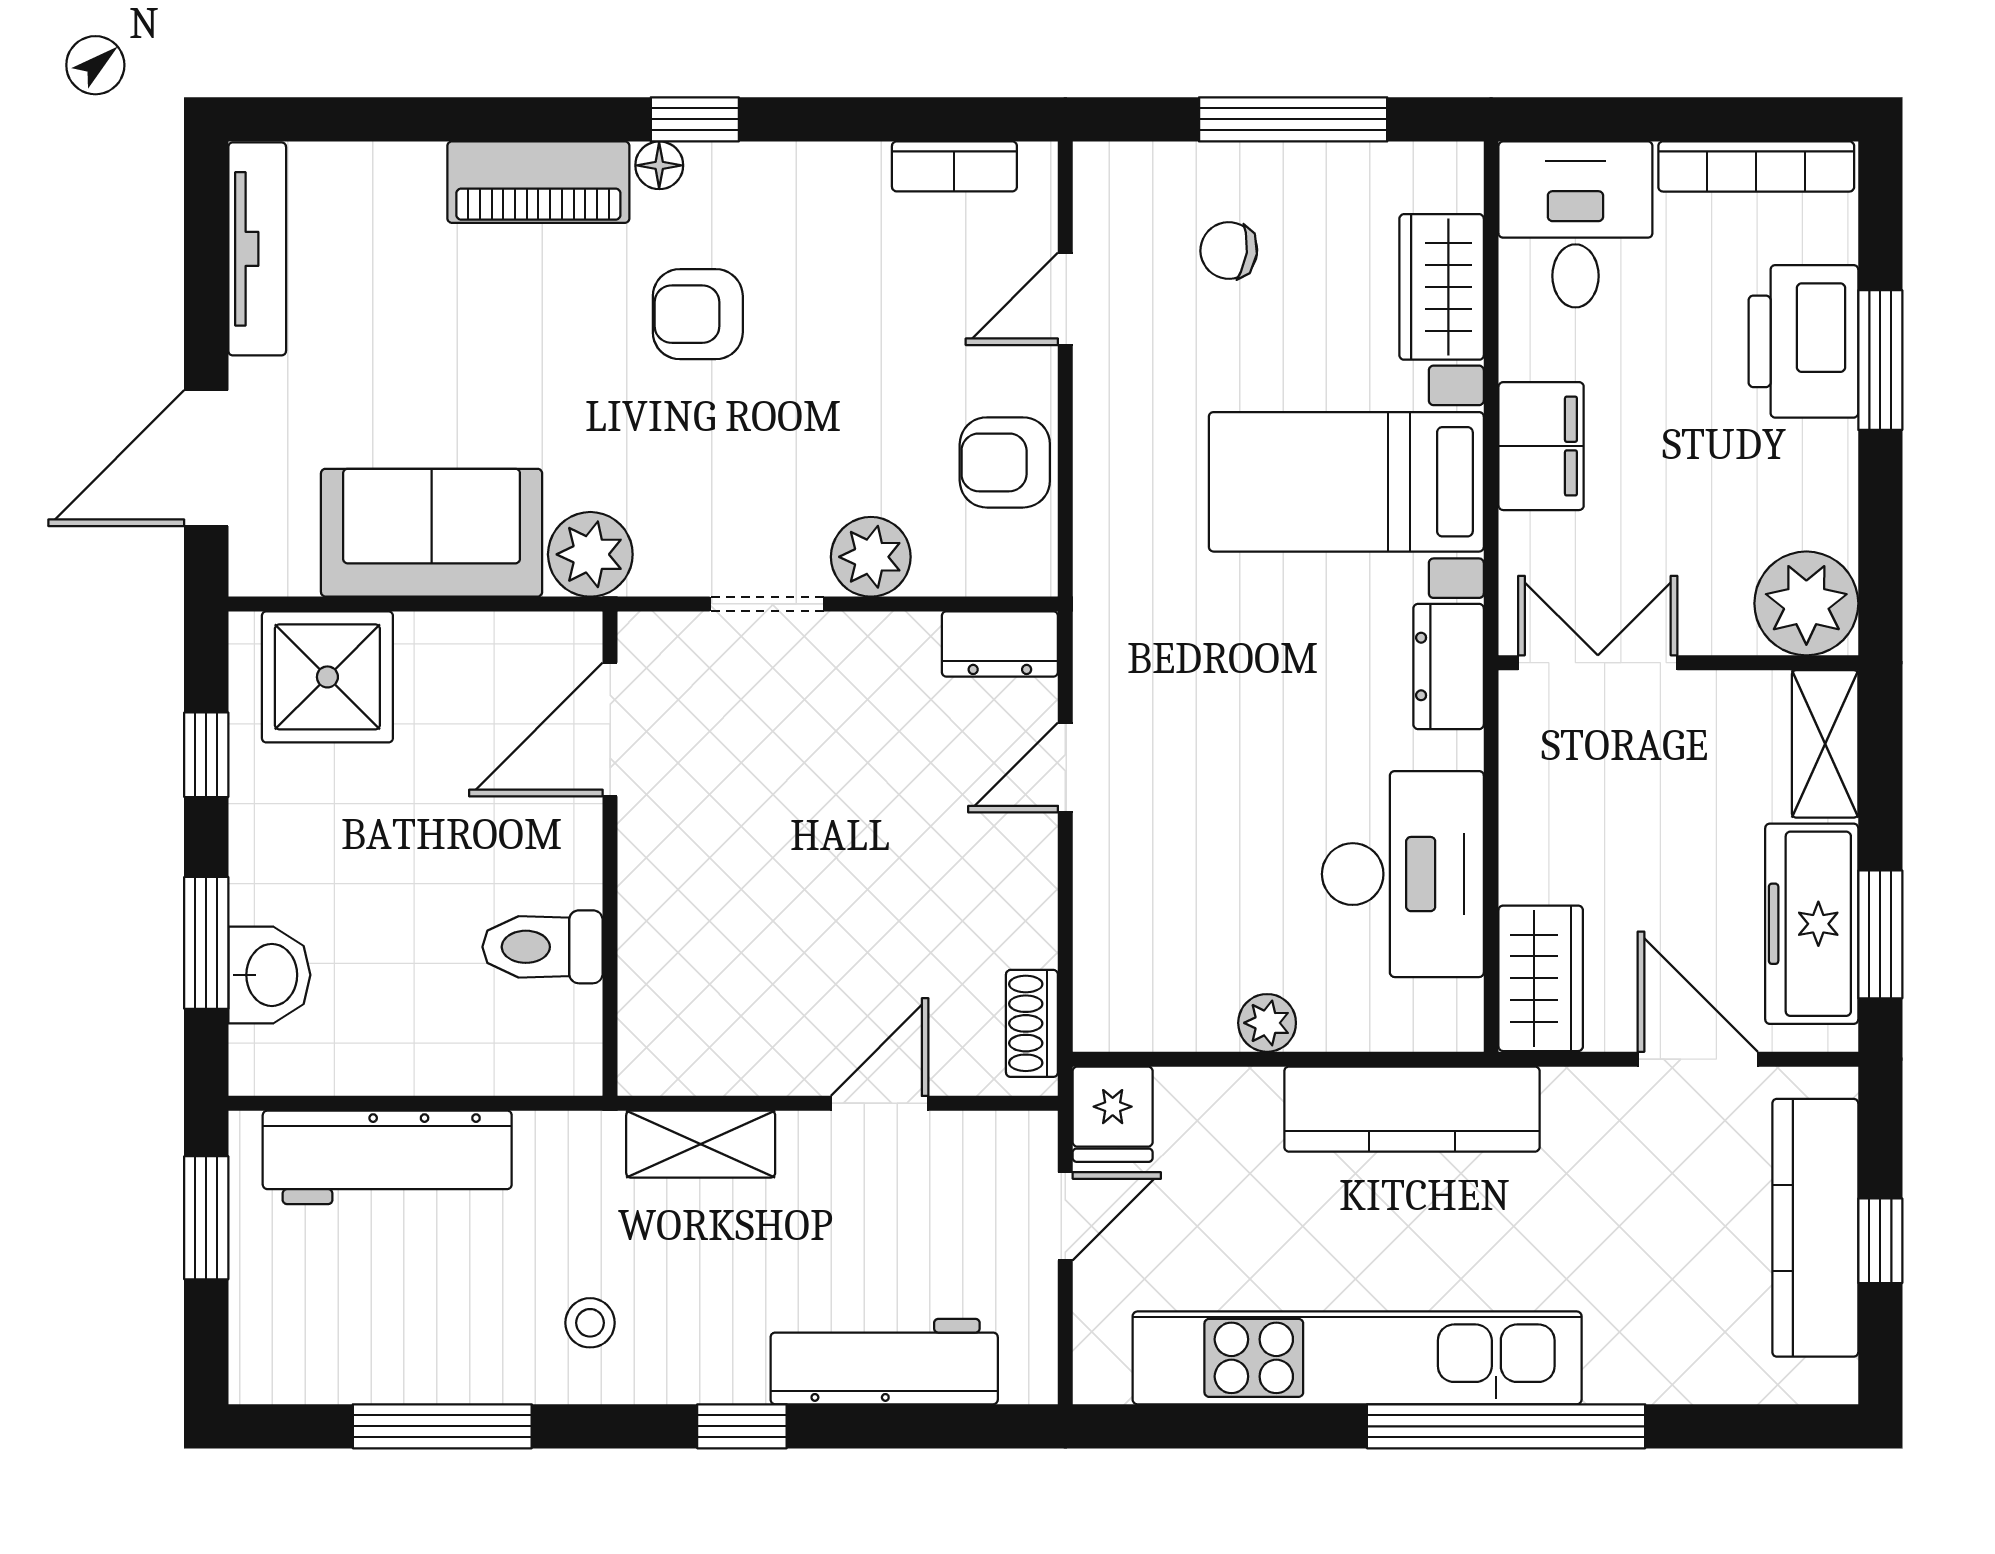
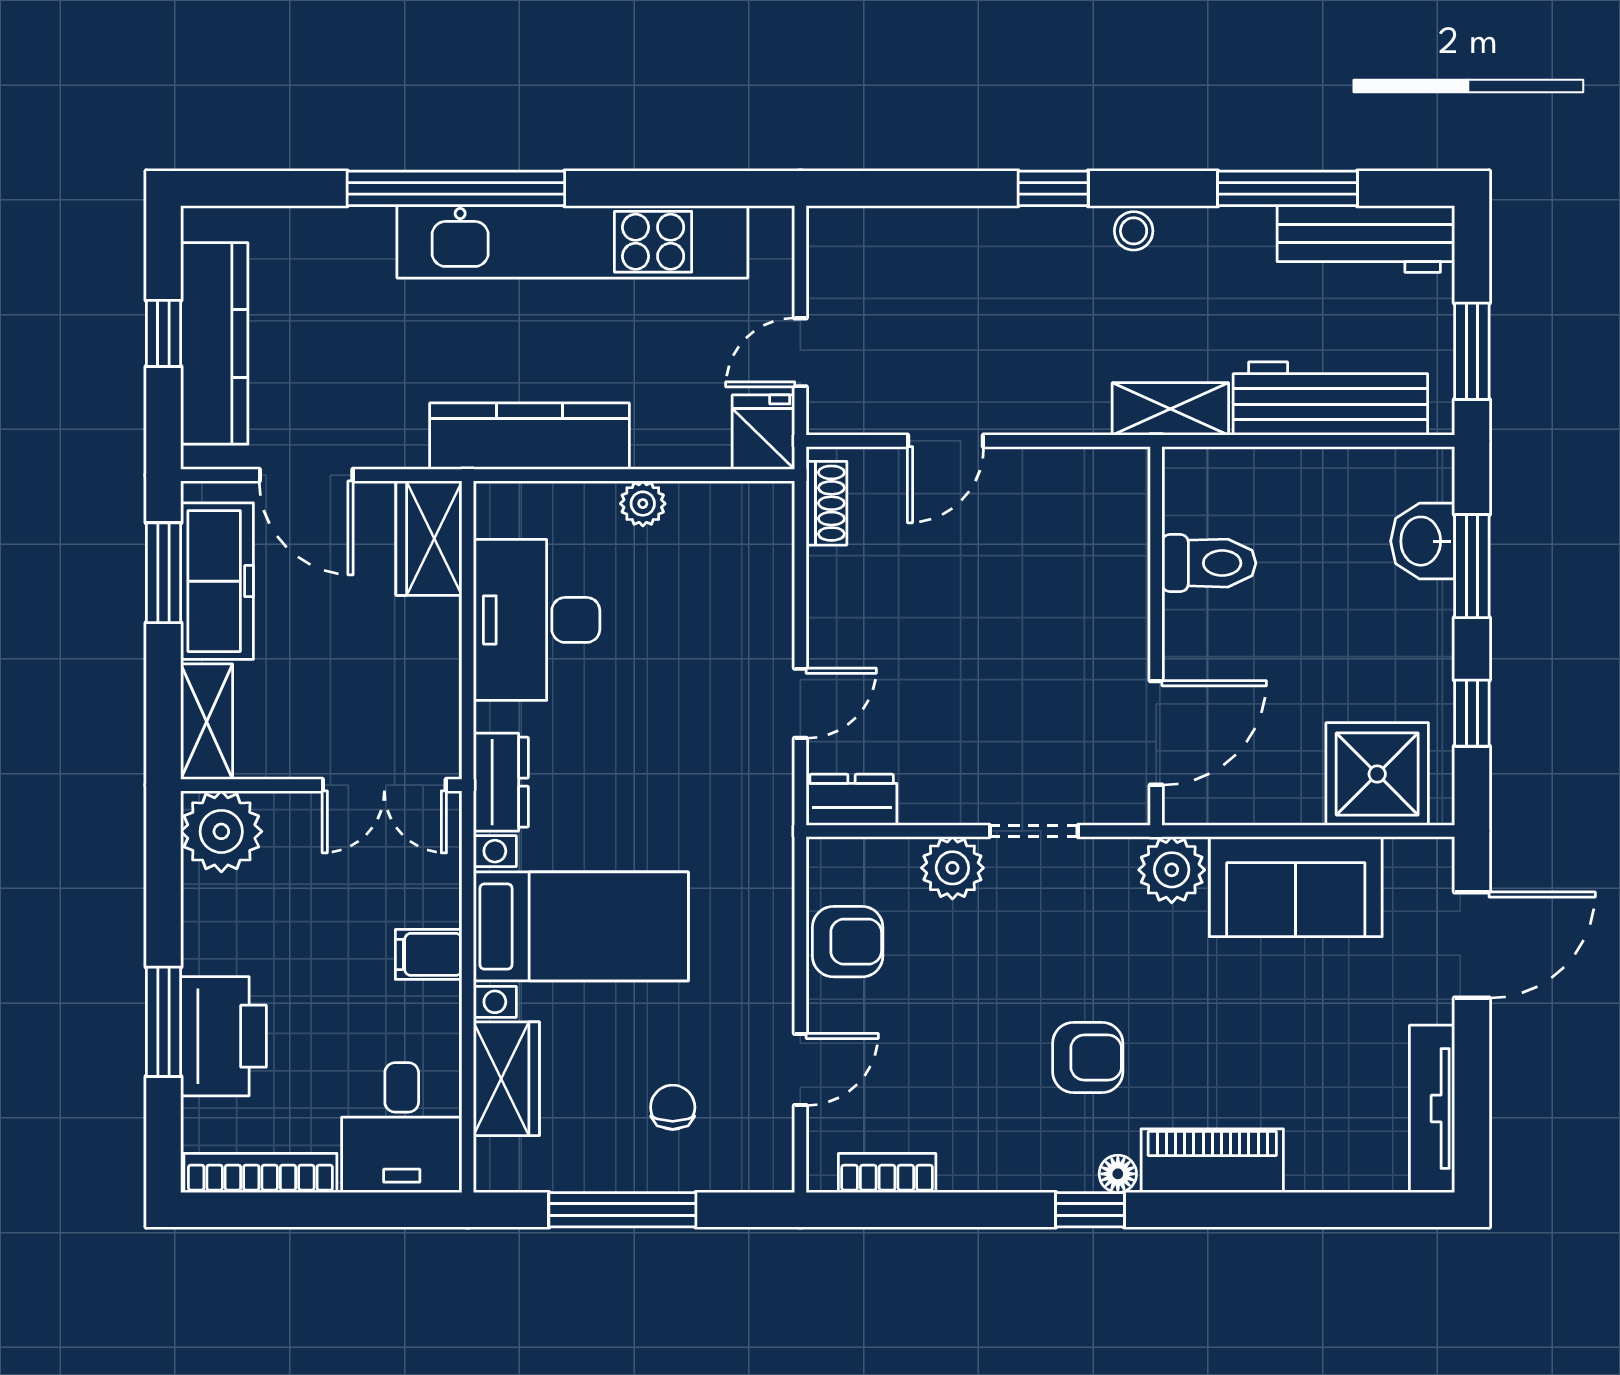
chair: (1229, 250) -> (673, 1107), turned -97
filing cabinet: (1541, 446) -> (429, 954), width x0.50
shelving: (701, 1144) -> (1170, 409), moved
stool: (590, 1323) -> (1134, 231), moved
workbench: (884, 1362) -> (1366, 239), moved

